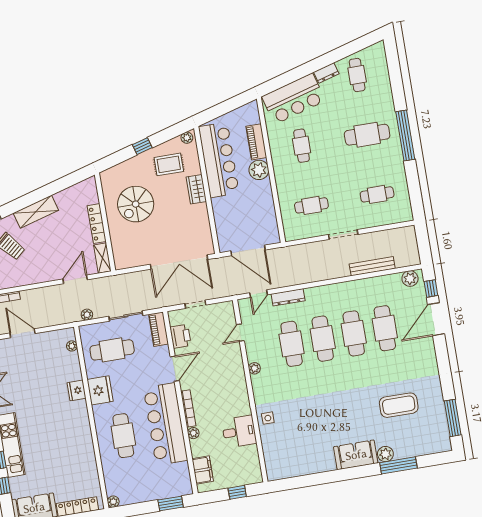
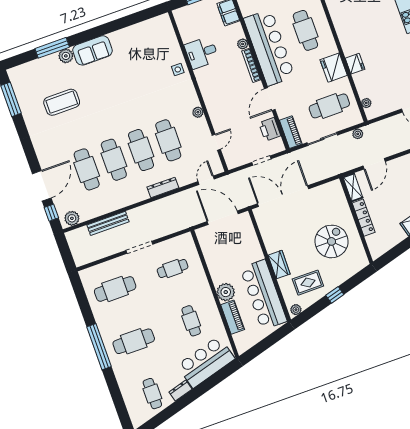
cafe table: (377, 194) -> (115, 289), width x1.37, depth x1.35
dresser: (288, 297) -> (163, 187), moved

